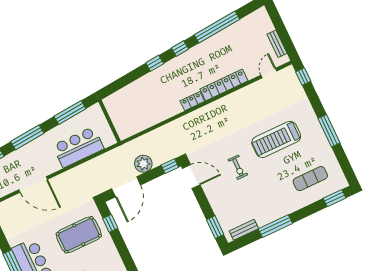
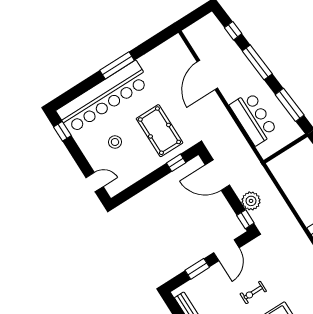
plant: (143, 164) -> (251, 201), moved
door: (191, 177) -> (226, 250), moved
window: (215, 227) -> (197, 269), moved

